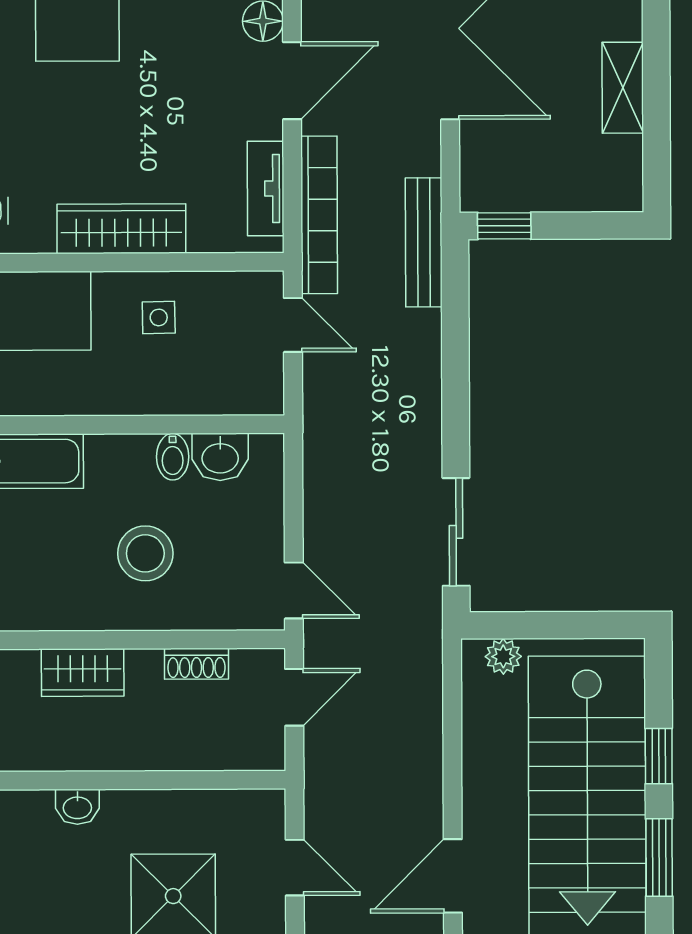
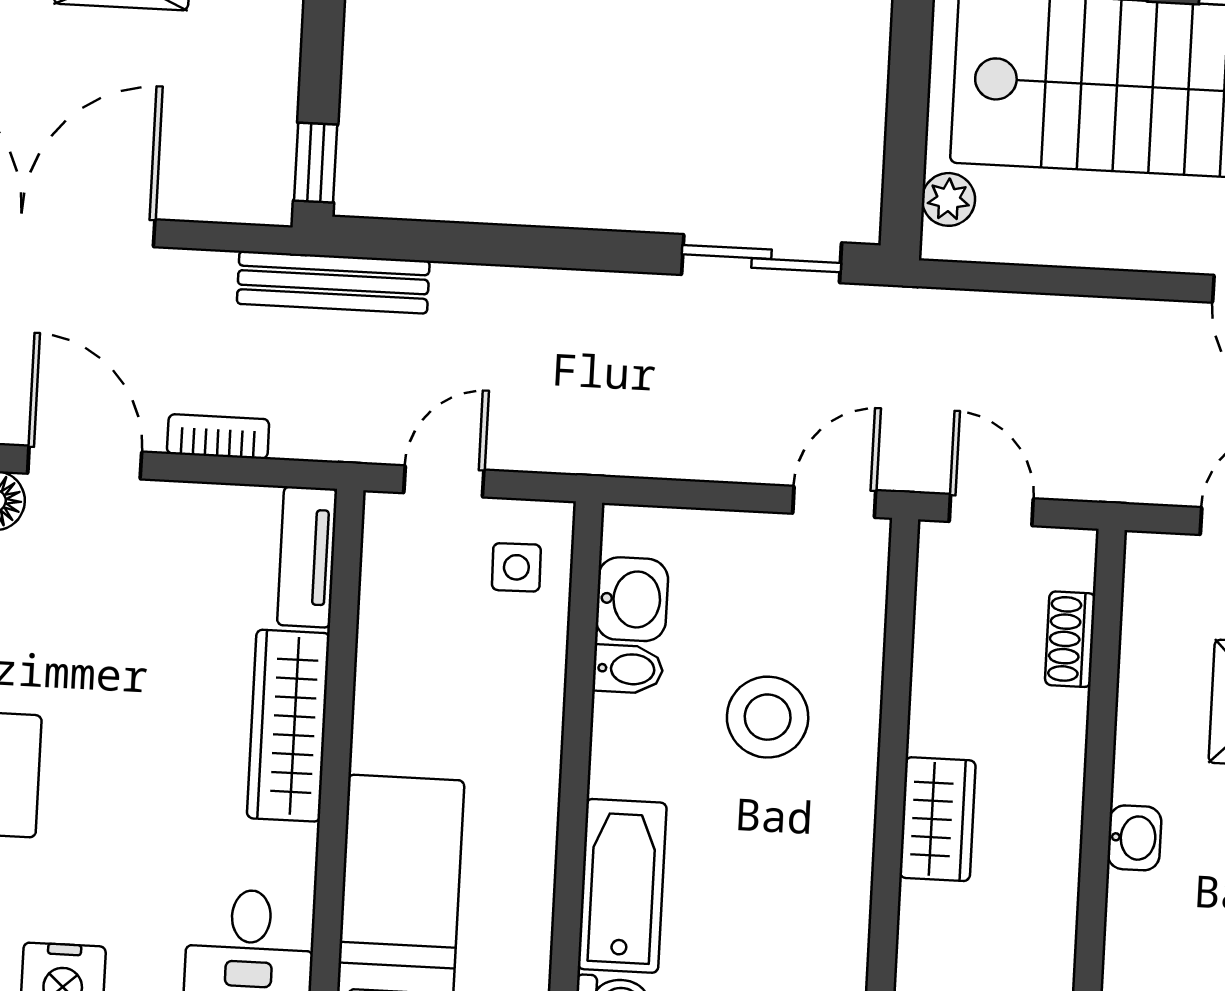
tv unit: (266, 189) -> (307, 557), moved, turned 90
bookcase: (319, 215) -> (218, 437), width x0.43, depth x0.76
side table: (159, 317) -> (516, 567), moved
shoe rack: (196, 664) -> (1070, 639), moved, turned 180

